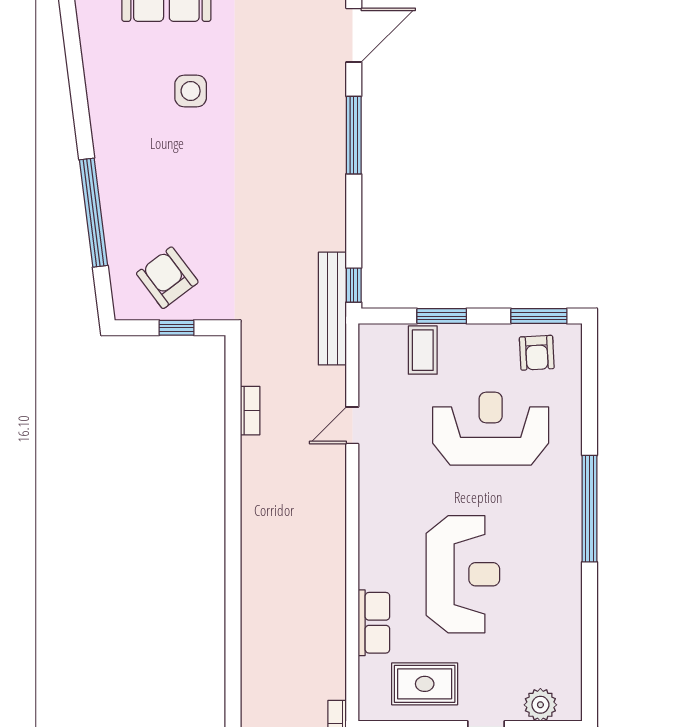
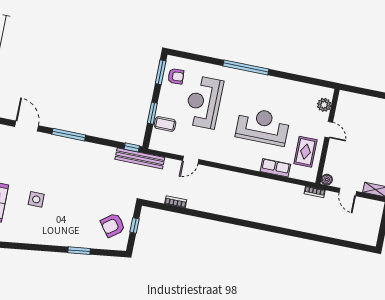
window: (93, 213) -> (79, 251), width x0.47
door: (352, 425) -> (191, 160), hinge flipped

